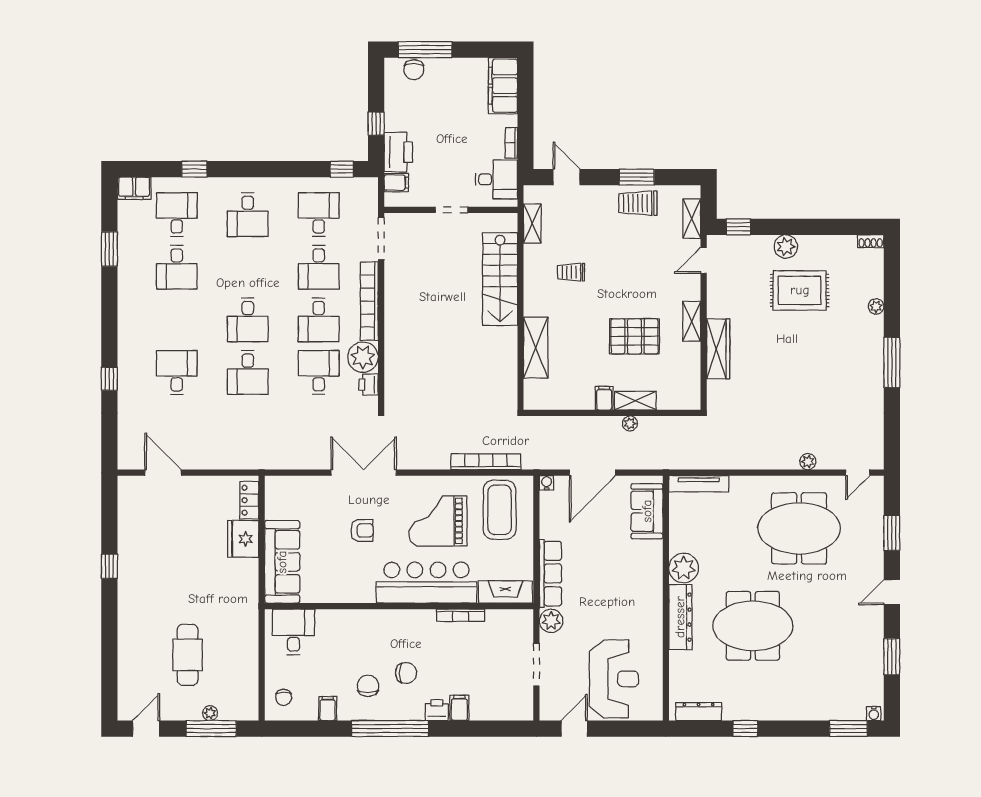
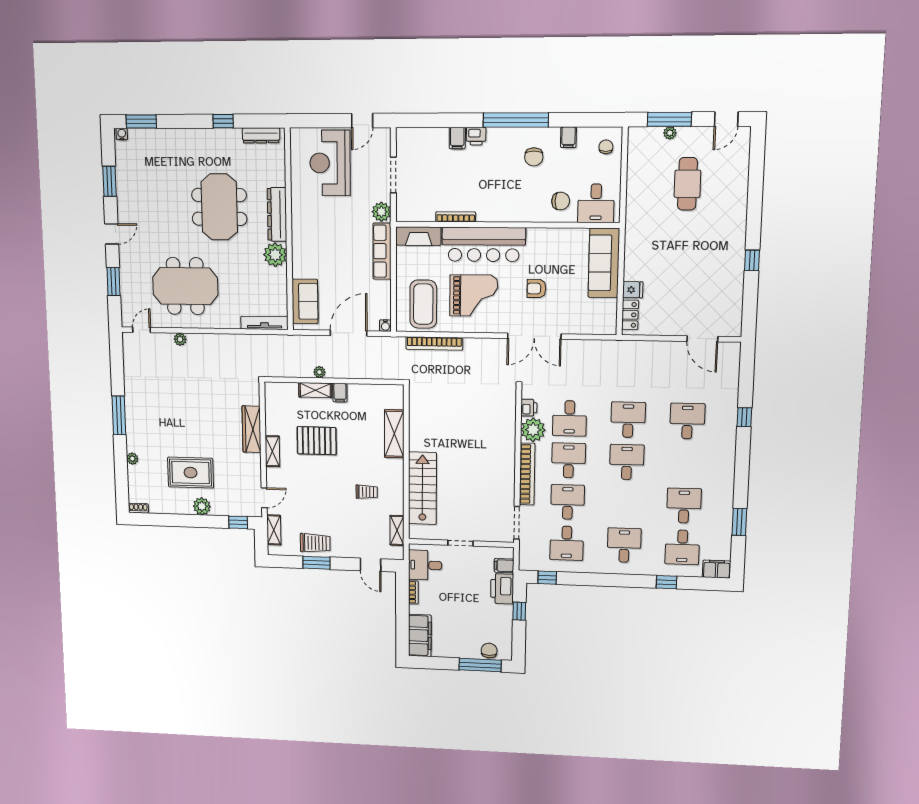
desk: (177, 372) -> (687, 421), turned 180
fridge: (243, 539) -> (633, 290), width x0.53, depth x0.75
meeting table: (753, 626) -> (219, 207), turned 90
chair: (406, 673) -> (561, 201), moved, turned 180

